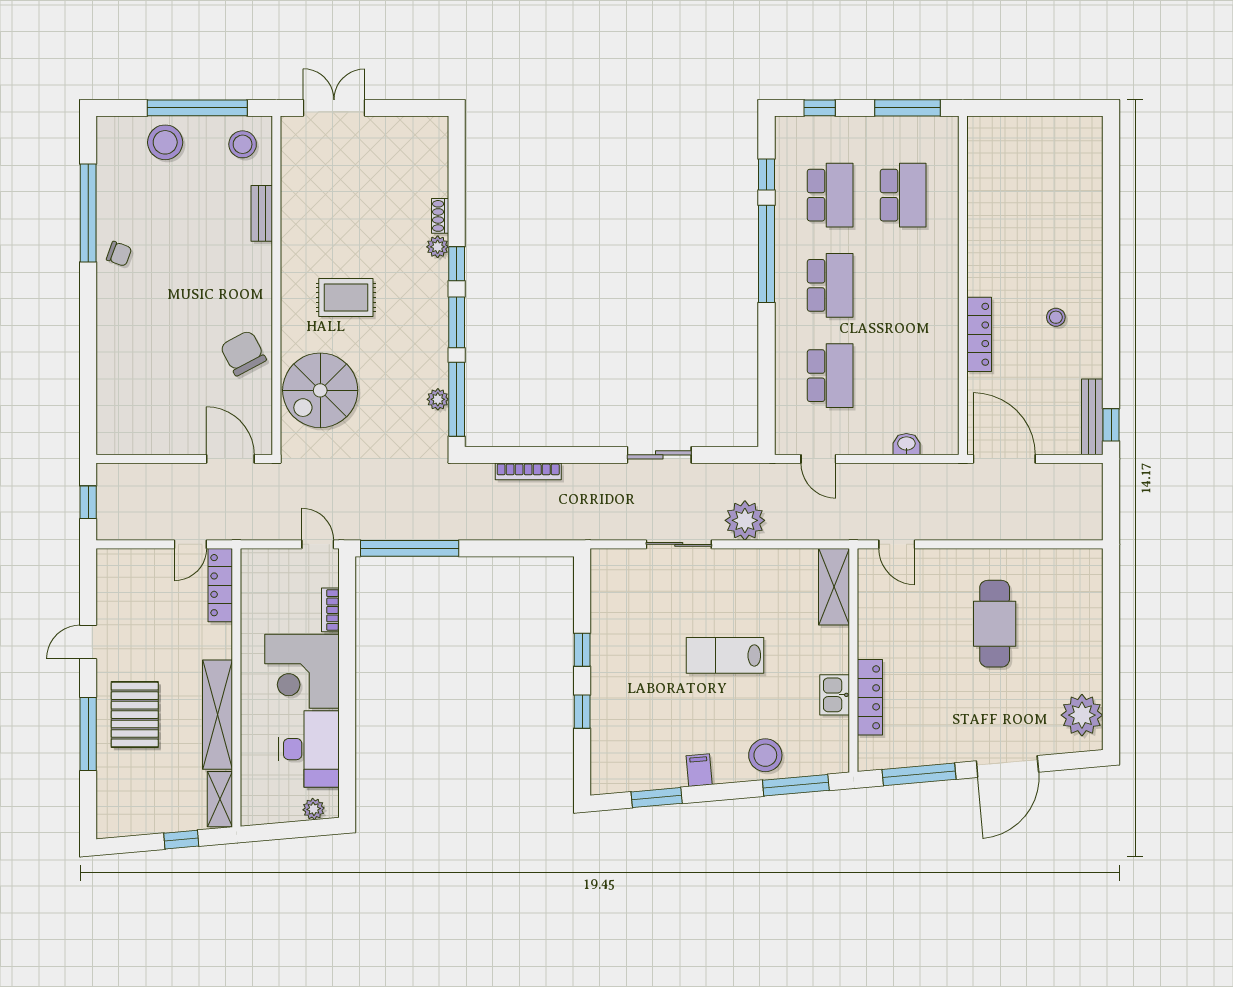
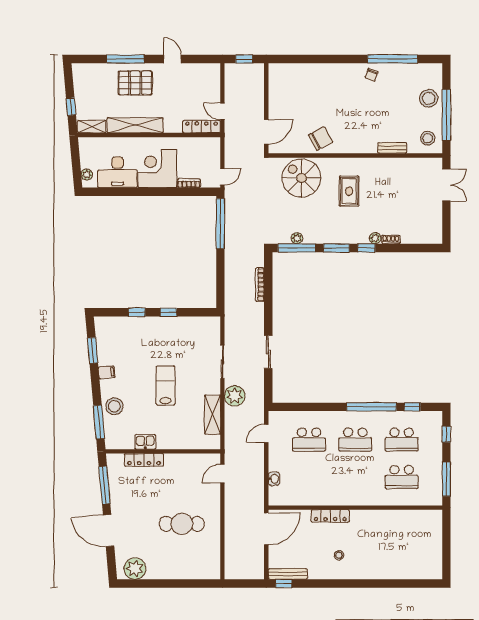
shelving: (834, 587) -> (212, 415), moved, turned 90

